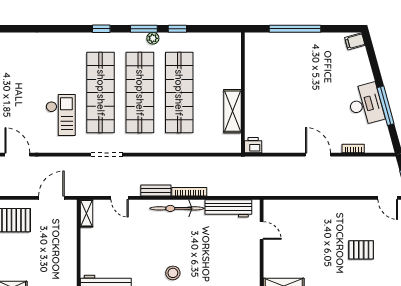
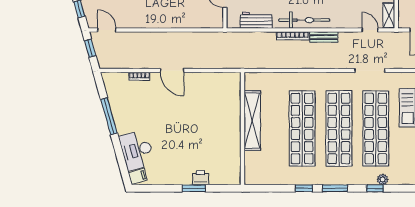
window: (295, 29) -> (194, 188), width x0.47
plant: (153, 38) -> (383, 179), moved
desk: (366, 104) -> (137, 150), moved
shelving: (233, 111) -> (252, 121), width x1.47
printer: (253, 145) -> (201, 178), moved, turned 180
door: (120, 198) -> (370, 30), moved
workbench: (228, 208) -> (256, 20), width x0.73

